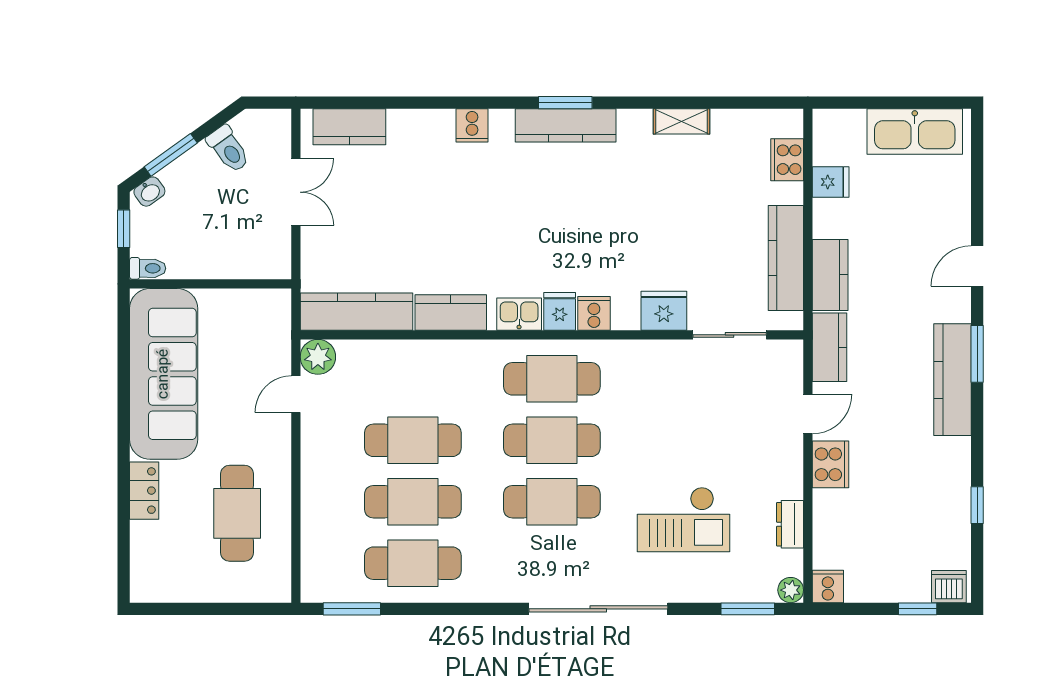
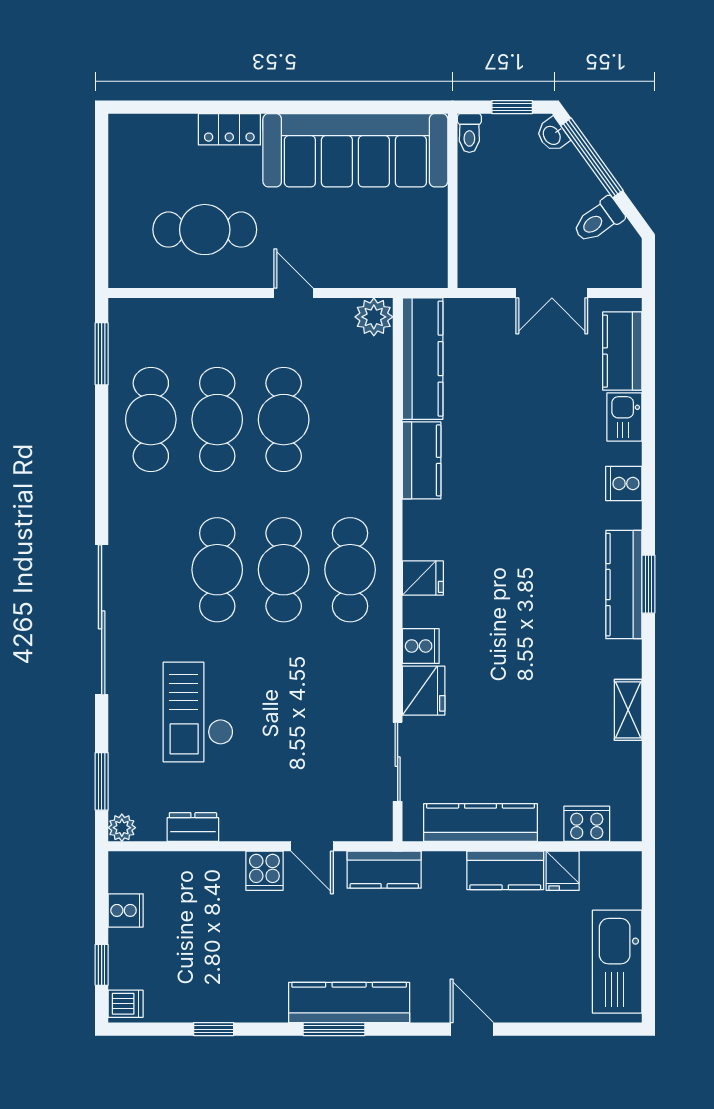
window: (171, 155) -> (592, 158), width x1.44
kitchen counter: (830, 275) -> (505, 870), moved
cooker: (594, 313) -> (421, 646), moved
kitchen sink: (519, 314) -> (624, 417), moved, turned 180
window: (977, 354) -> (334, 1029), moved
door: (296, 394) -> (294, 293), moved
cooker: (831, 464) -> (264, 871), width x0.73
cooker: (828, 587) -> (126, 910), moved
dishwasher: (949, 587) -> (126, 1004), width x0.73

